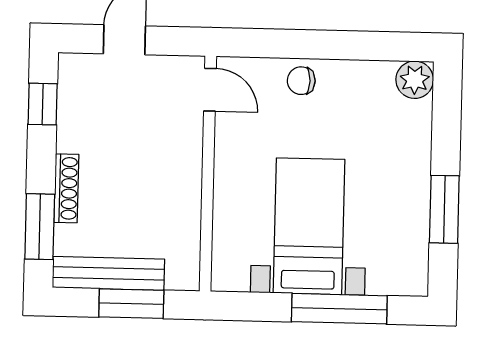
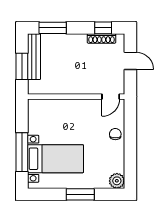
shoe rack: (66, 188) -> (102, 38), moved
window: (444, 209) -> (80, 194), moved
bed with nightstands: (309, 226) -> (55, 159), moved

